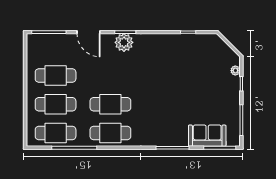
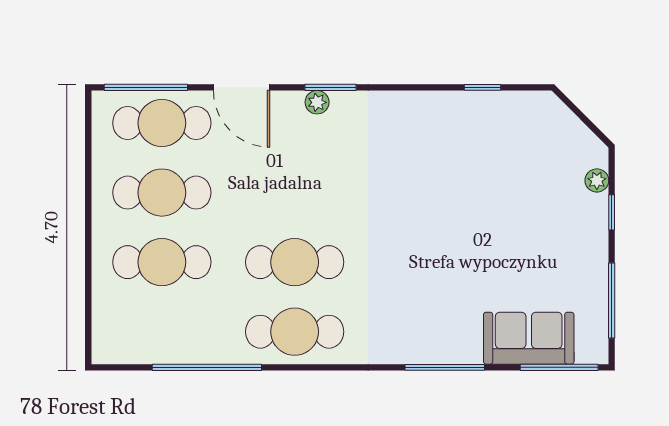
plant: (124, 42) -> (317, 102), width x0.53, depth x0.53
cafe table: (56, 133) -> (162, 123), moved

